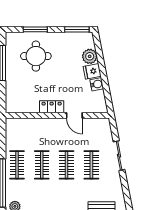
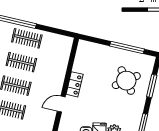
round table: (36, 56) -> (126, 81), turned -37

